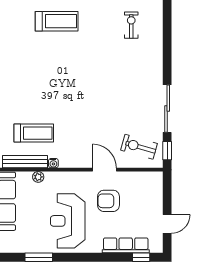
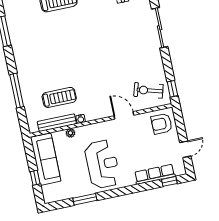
sliding door: (167, 109) -> (160, 28), moved
armchair: (108, 201) -> (162, 124), moved
reception desk: (68, 221) -> (102, 164), turned 180

